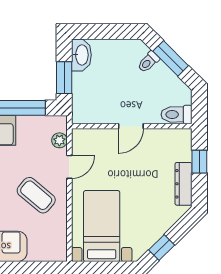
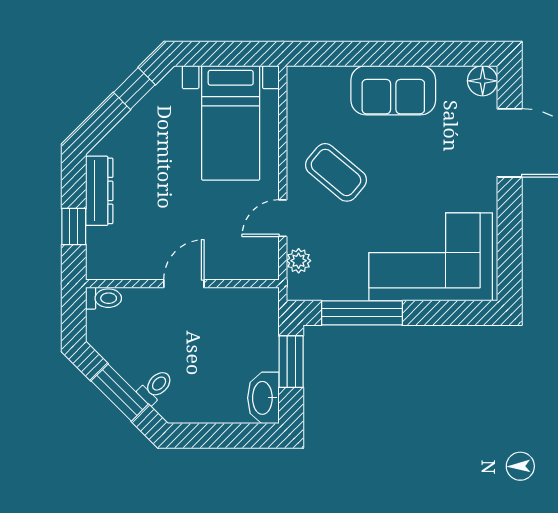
toilet: (176, 114) -> (104, 298), width x0.73, depth x0.72

